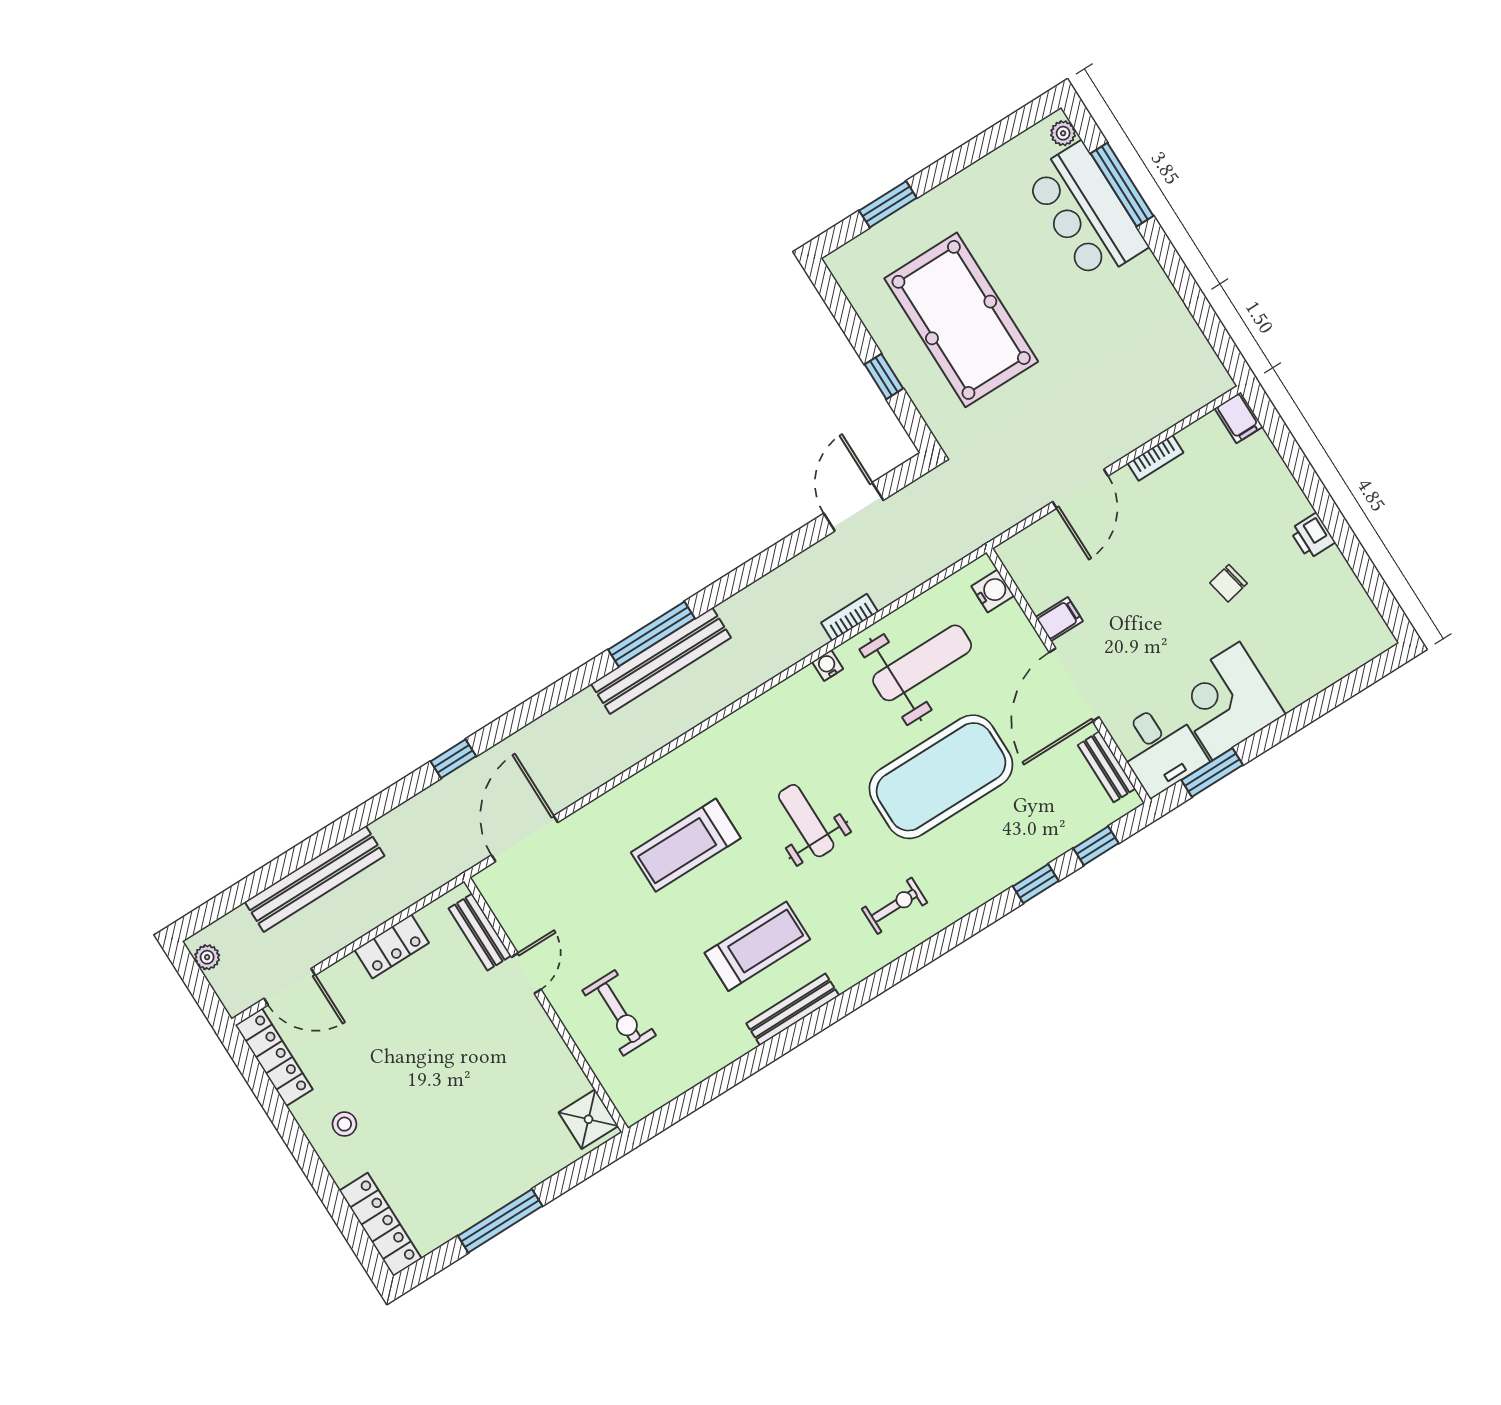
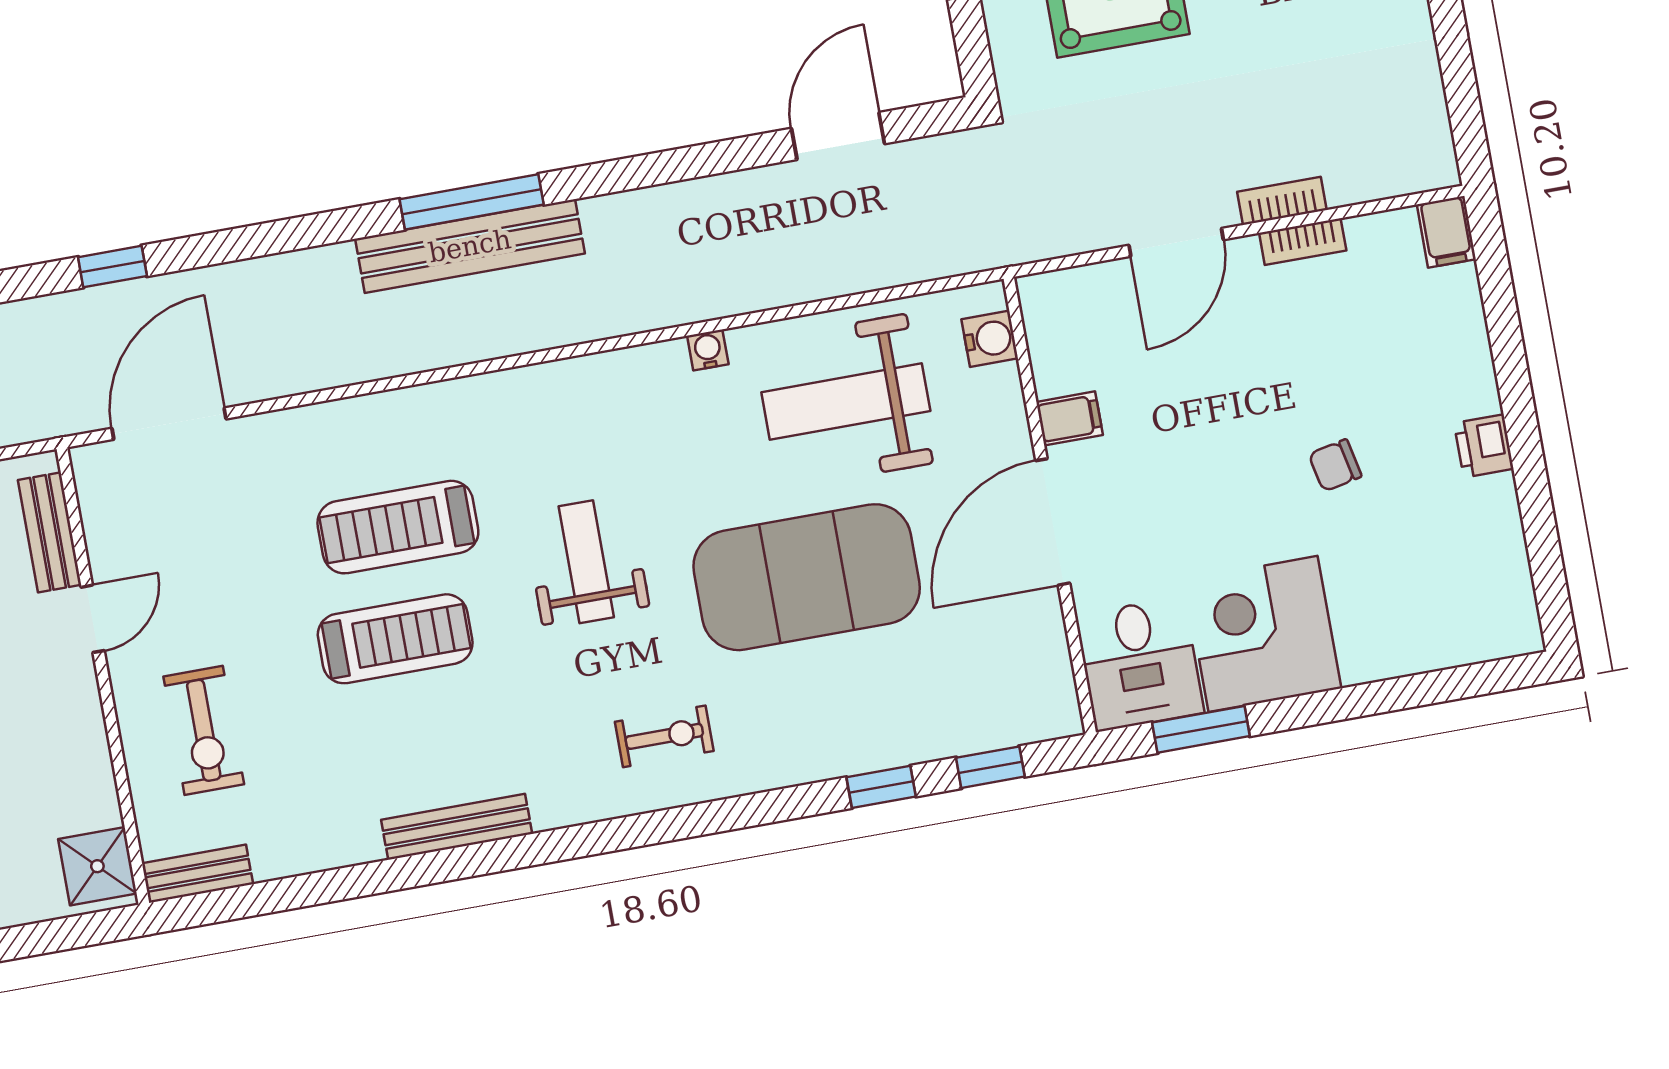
bookcase: (850, 617) -> (1282, 201), moved
weight bench: (922, 663) -> (846, 402), turned 180
bench: (1107, 767) -> (197, 874), moved, turned 90
treadmill: (757, 946) -> (395, 639), moved

